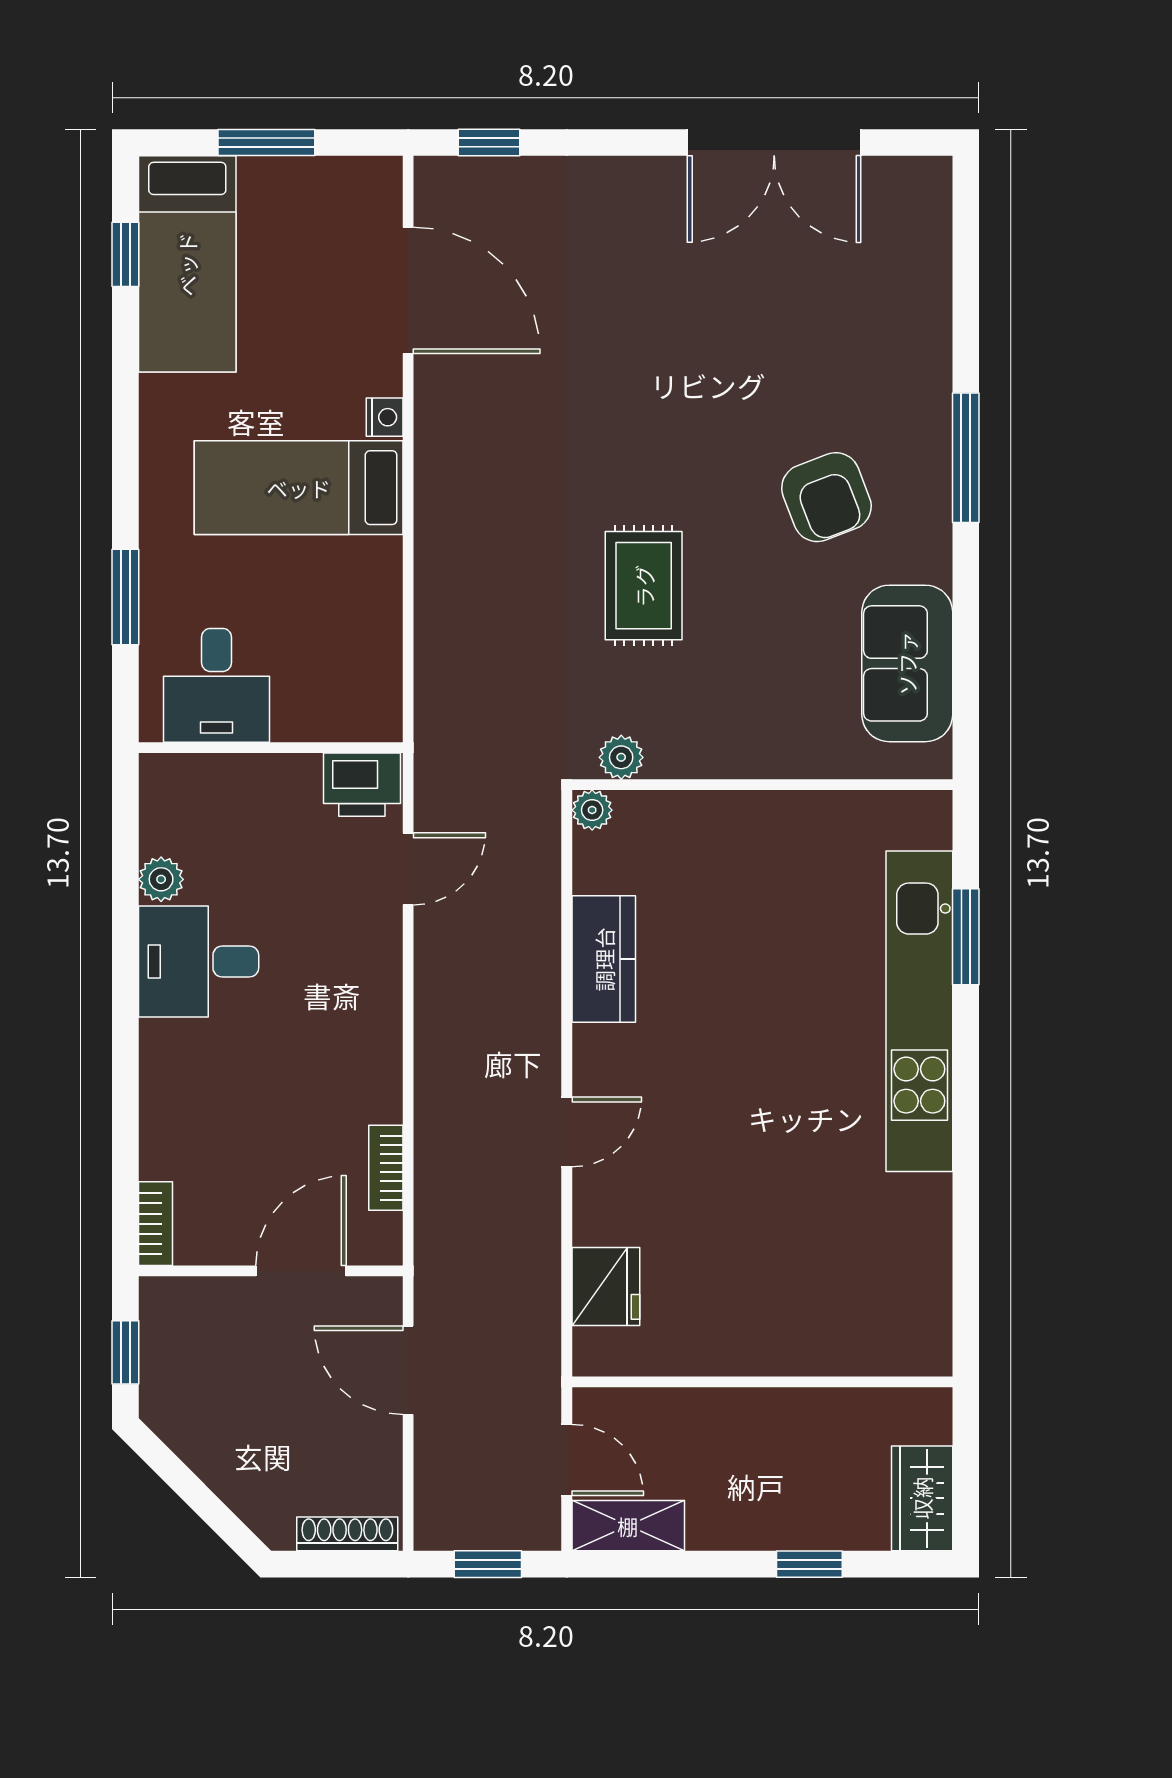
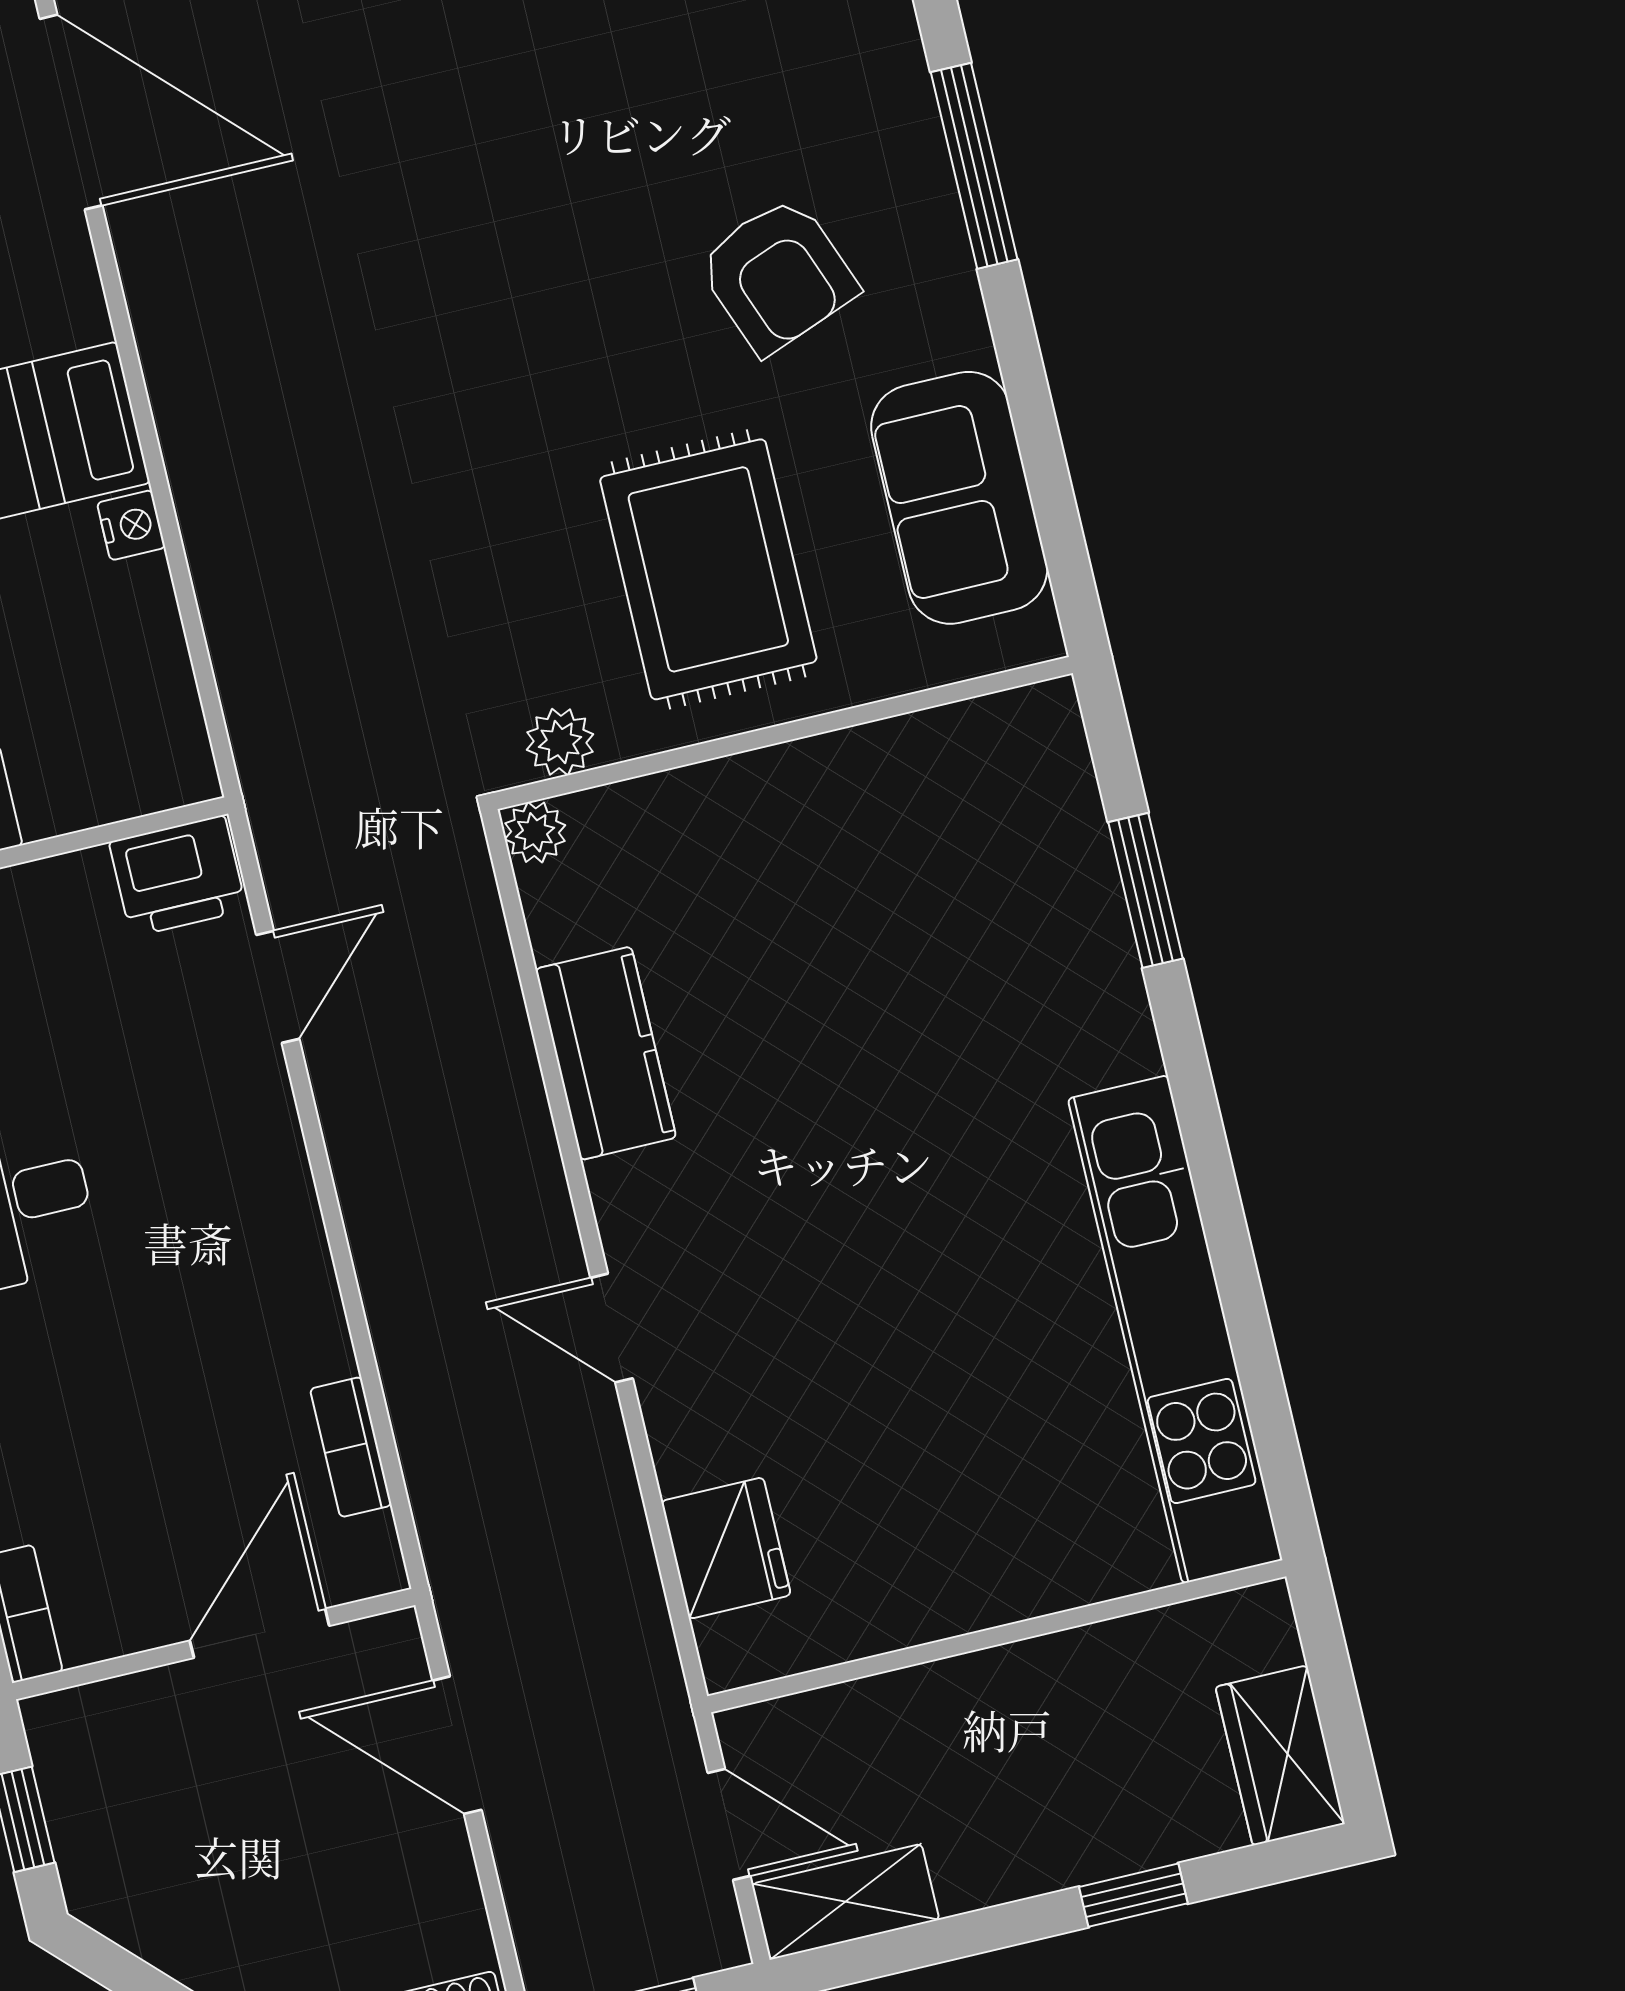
nightstand: (385, 417) -> (131, 525), moved
rug: (644, 586) -> (708, 569), moved, width x1.36, depth x1.43
kitchen unit: (919, 1011) -> (1175, 1329), moved
door: (567, 1132) -> (612, 1328), swing flipped

